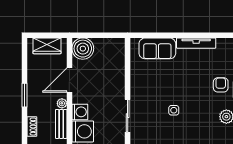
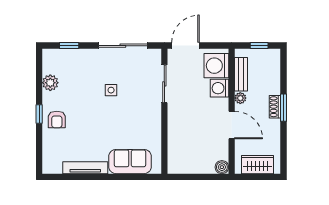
boiler: (83, 49) -> (222, 167), width x0.54, depth x0.54
door: (69, 80) -> (232, 125), hinge flipped
shoe rack: (32, 127) -> (275, 107), moved

